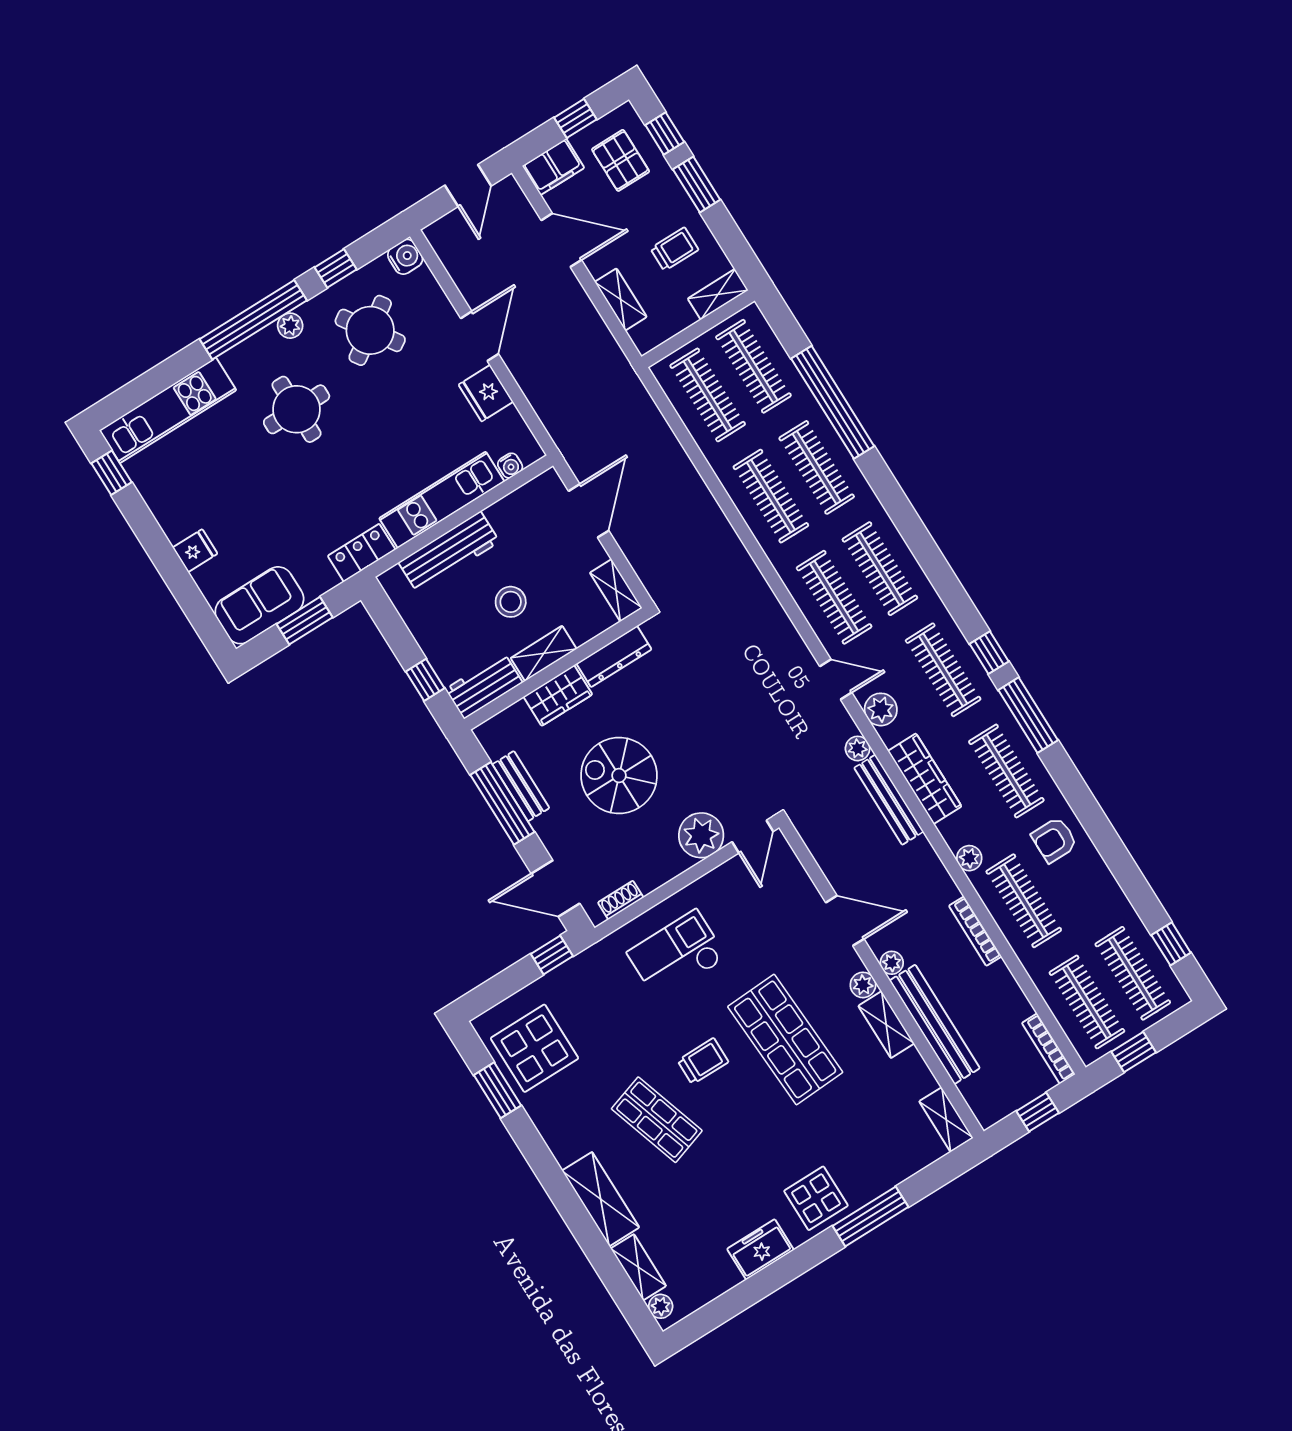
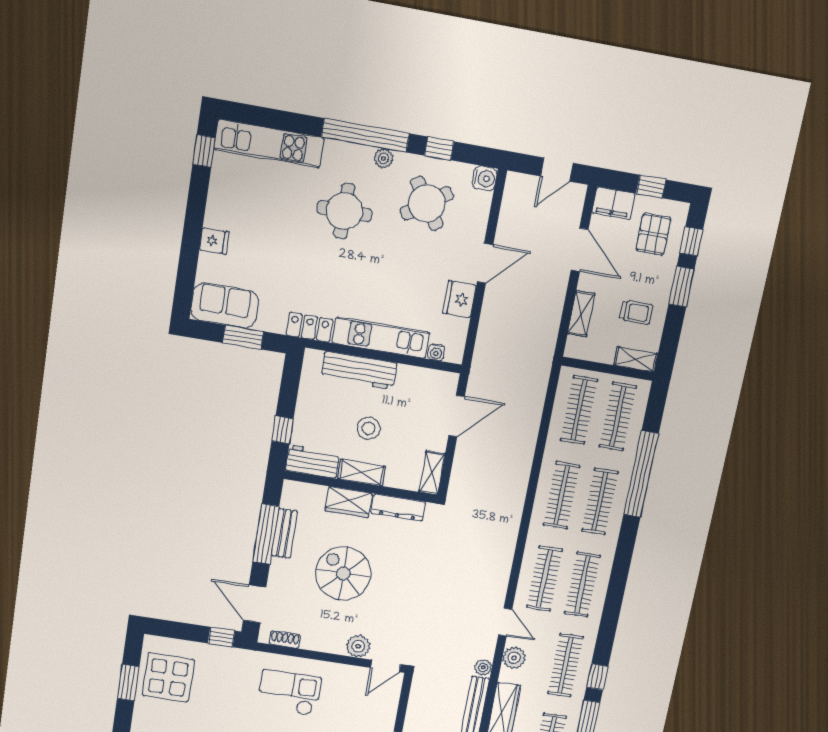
plant: (701, 835) -> (358, 646), width x0.73, depth x0.73

